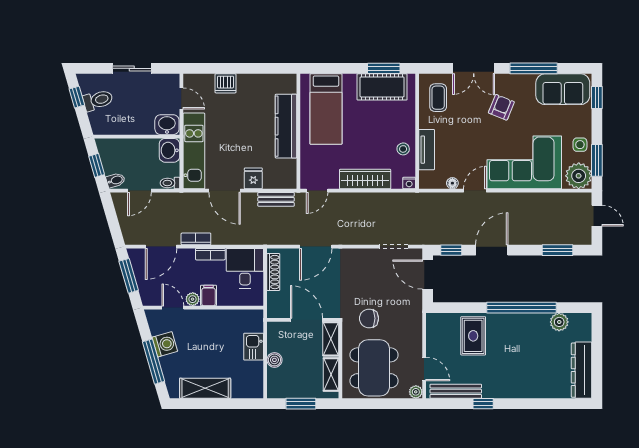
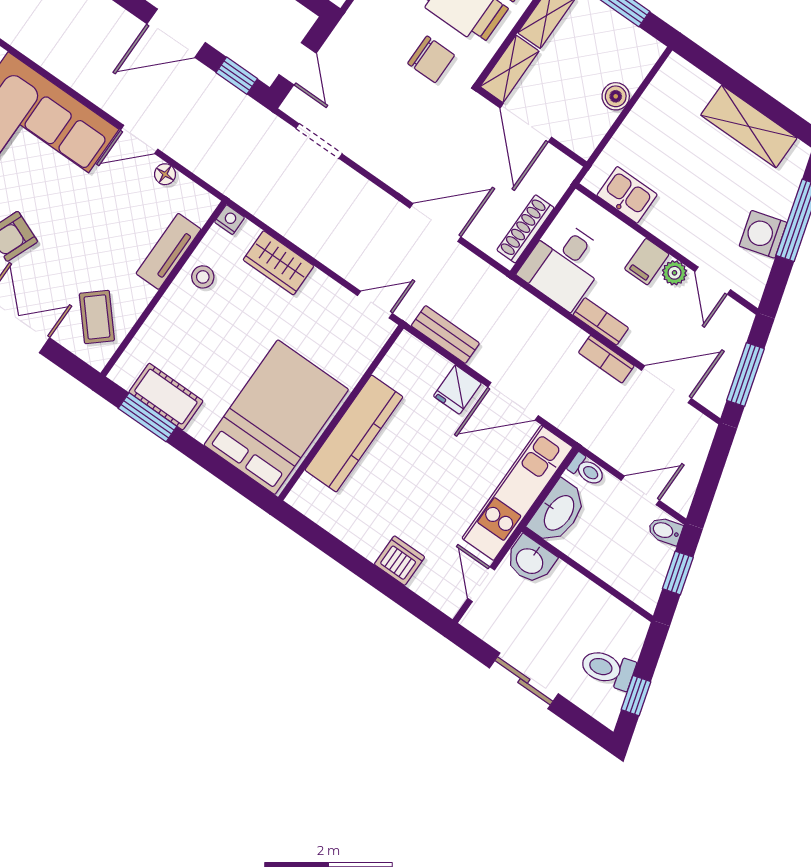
cot: (382, 87) -> (166, 397), width x0.73, depth x0.75
coffee table: (438, 98) -> (97, 317), turned -41
bed: (326, 109) -> (276, 417), width x1.50
washbasin: (169, 150) -> (558, 512), width x1.38
wardrobe: (365, 179) -> (278, 263), width x0.67
door: (225, 191) -> (513, 401), swing flipped
door: (428, 274) -> (298, 64), width x0.73
kitchen sink: (254, 347) -> (627, 195), moved, turned -90

